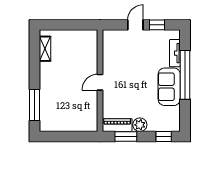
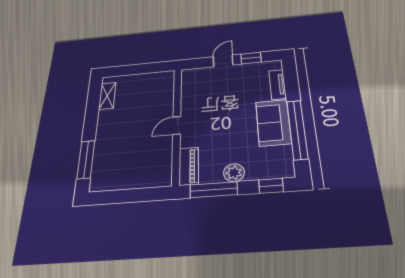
window: (185, 75) -> (297, 129), moved
piano: (117, 125) -> (189, 166), moved, turned 90
window: (126, 137) -> (214, 190), width x1.44

